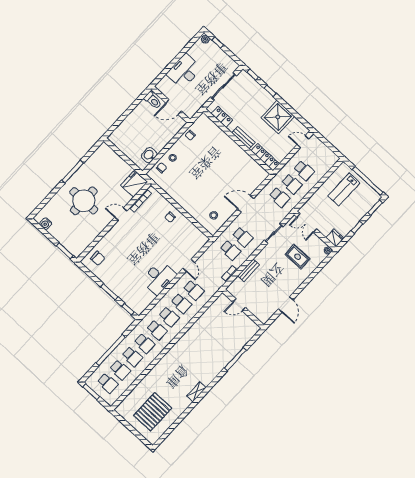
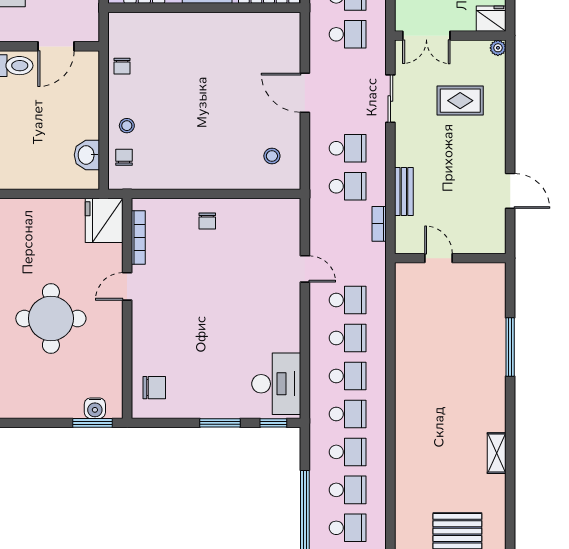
door: (246, 204) -> (305, 93), hinge flipped
water cooler: (46, 224) -> (95, 408), moved
desk: (159, 278) -> (276, 384), moved
door: (239, 305) -> (439, 258), swing flipped

